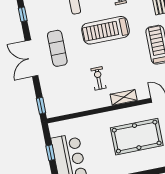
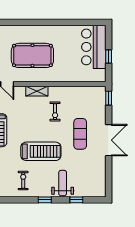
window: (23, 14) -> (109, 179), removed
exercise mat: (57, 48) -> (80, 134), moved

